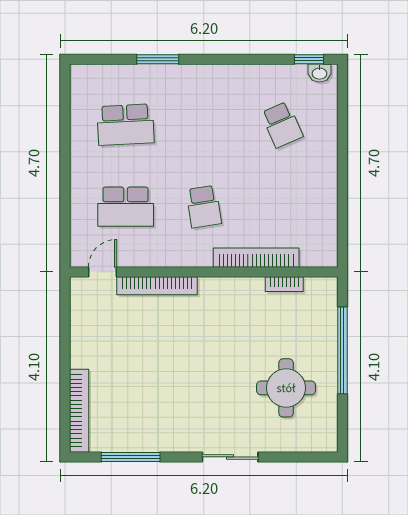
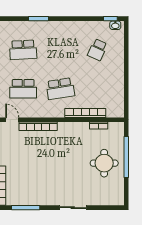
school desk: (282, 125) -> (97, 50), turned 48
school desk: (204, 207) -> (60, 89), width x1.85
door: (103, 272) -> (12, 120), hinge flipped
round table: (286, 388) -> (104, 163), moved

